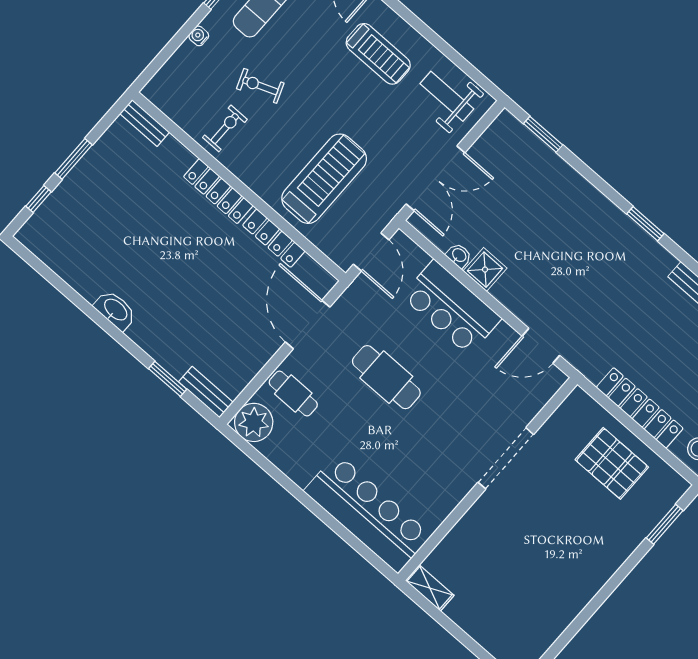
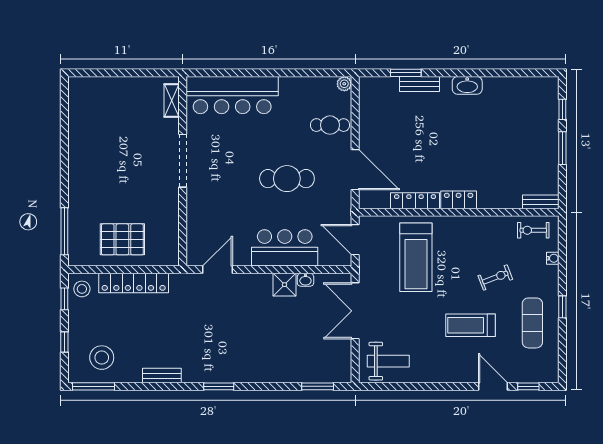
water cooler: (199, 36) -> (553, 258), moved
treadmill: (378, 54) -> (471, 325), moved
exercise bike: (225, 128) -> (533, 230), moved, turned 90
locker: (218, 191) -> (459, 200), width x0.66
bench: (206, 392) -> (420, 84), moved
plant: (254, 422) -> (344, 84), width x0.53, depth x0.53
doorway: (506, 458) -> (183, 161), moved
window: (665, 524) -> (64, 231), width x1.44
shelving: (430, 588) -> (172, 100), moved, turned 90

